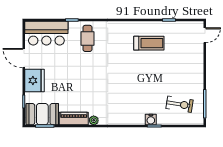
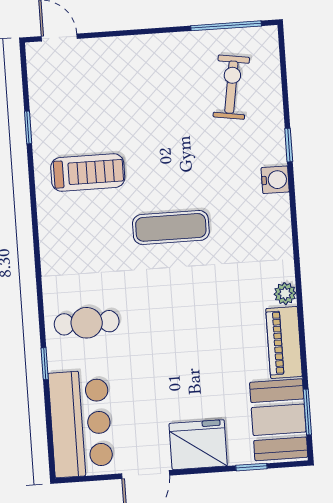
treadmill: (149, 43) -> (88, 173), turned 90
exercise mat: (124, 76) -> (171, 227), added
water cooler: (151, 120) -> (275, 180), moved

